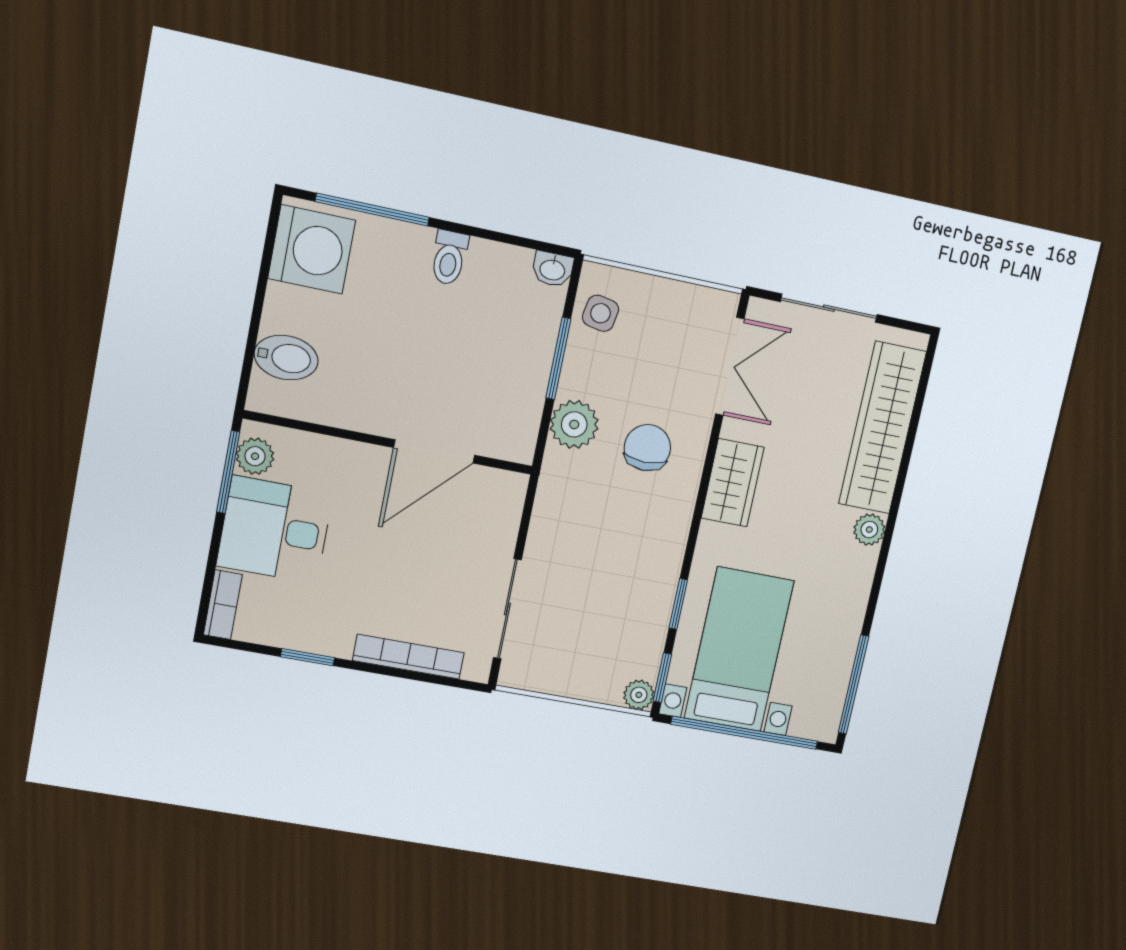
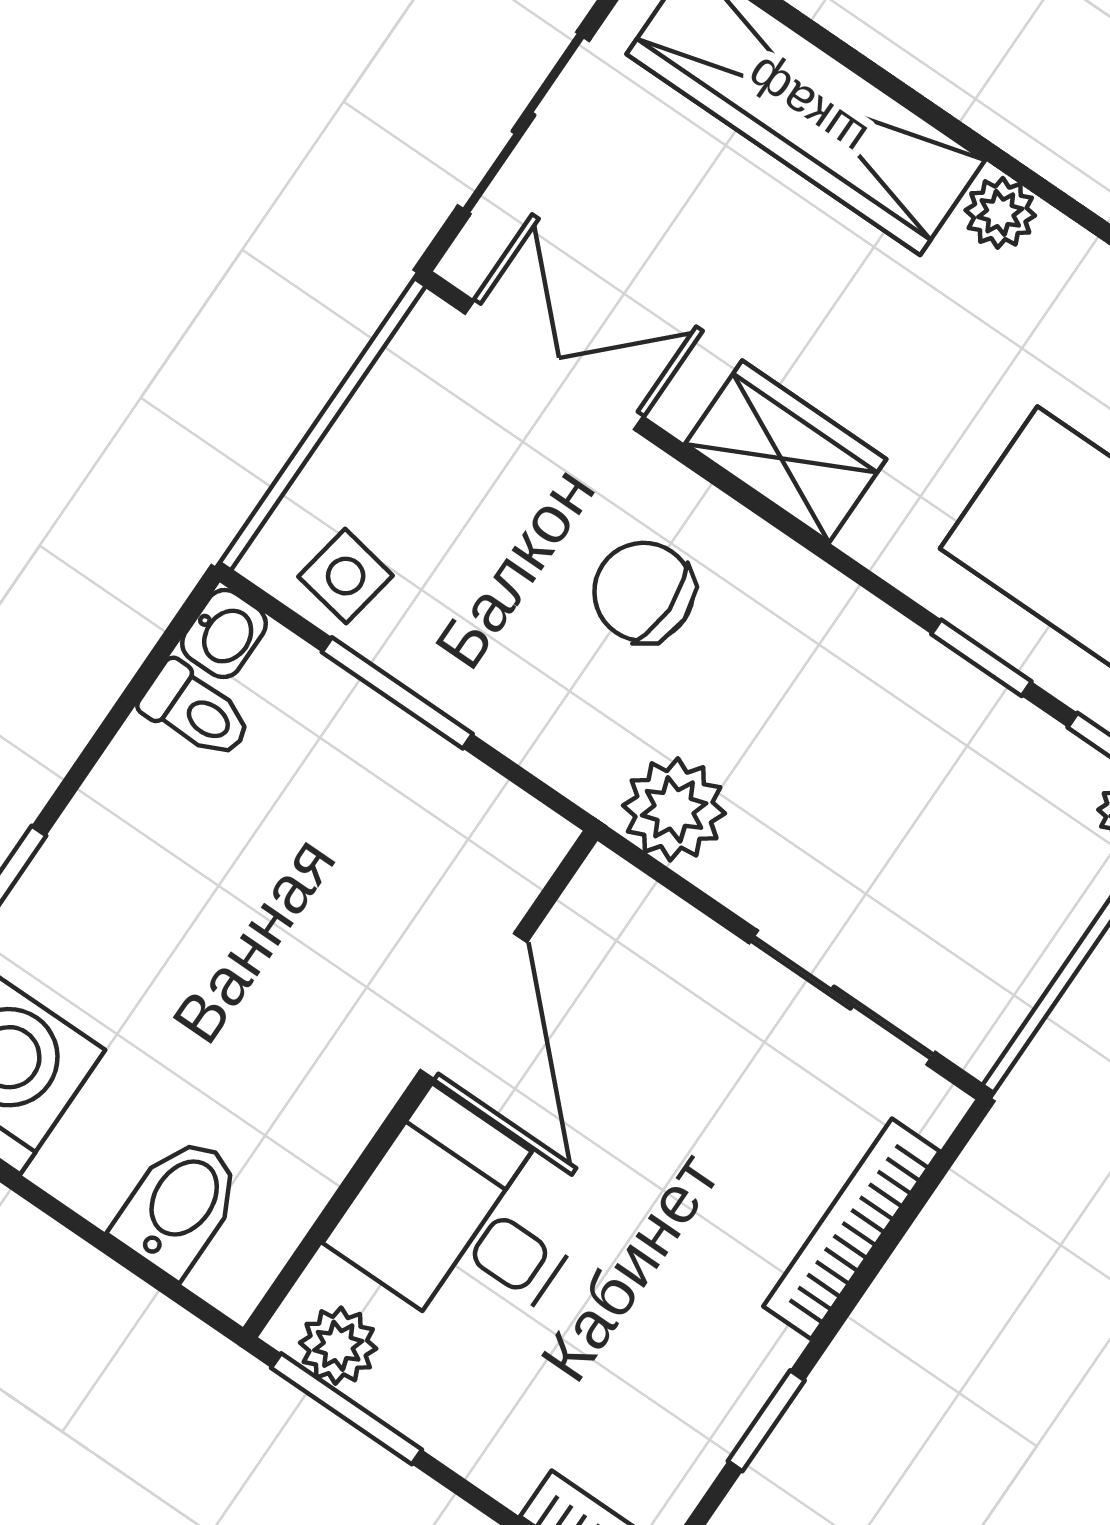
toilet: (449, 258) -> (196, 711), moved
plant: (574, 424) -> (674, 809), moved
desk: (275, 530) -> (463, 1222), moved, turned 90

